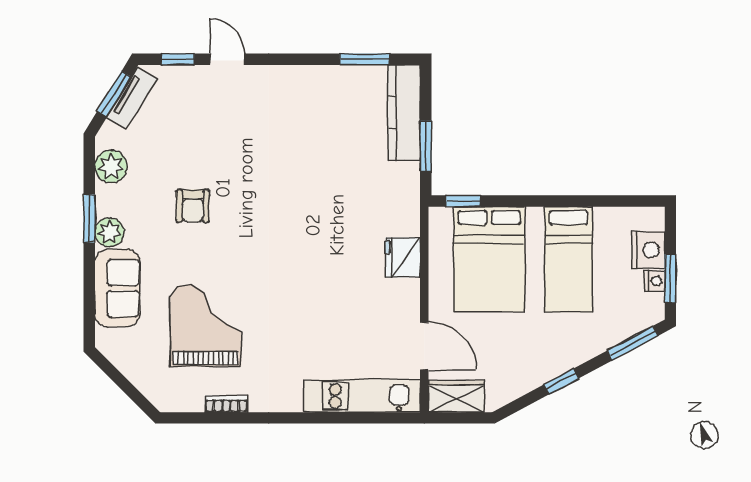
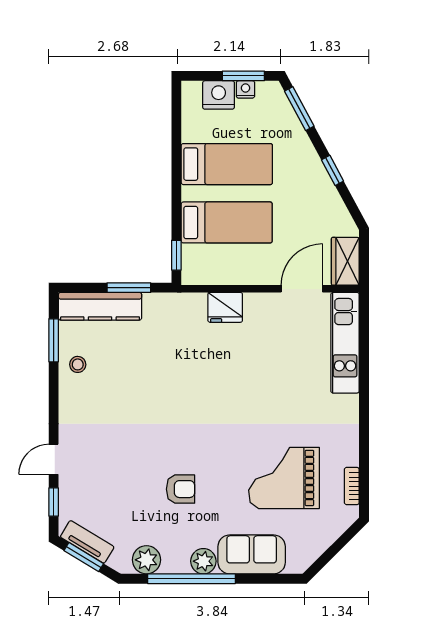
stool: (337, 87) -> (78, 364), added
window: (89, 218) -> (191, 579), width x2.11
bed: (489, 259) -> (227, 222), width x0.67
bookcase: (226, 404) -> (352, 486), moved

